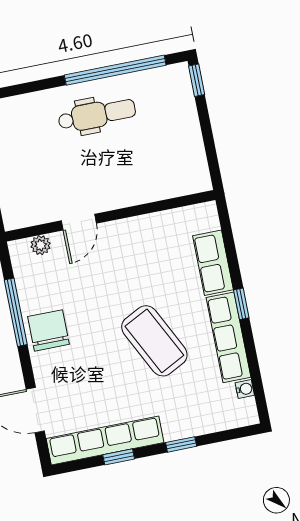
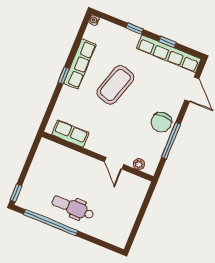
door: (79, 222) -> (114, 163), swing flipped
row of seats: (213, 263) -> (70, 134), moved, turned -90
coffee table: (154, 341) -> (115, 85), turned 45
water cooler: (245, 389) -> (94, 20), moved

